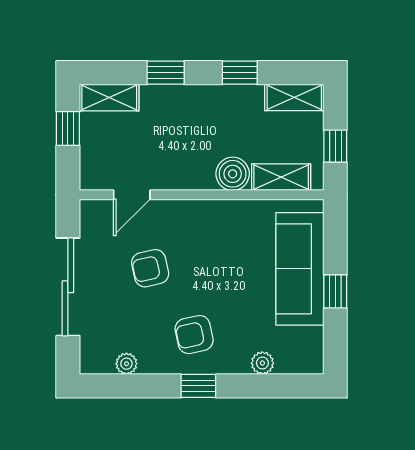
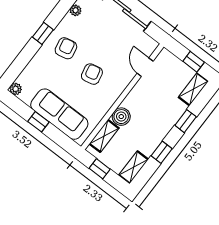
armchair: (150, 268) -> (92, 74), moved
plant: (262, 363) -> (16, 89), moved

